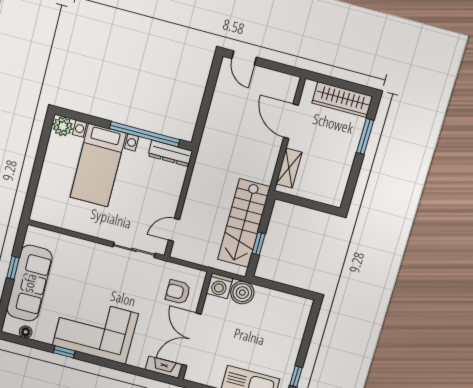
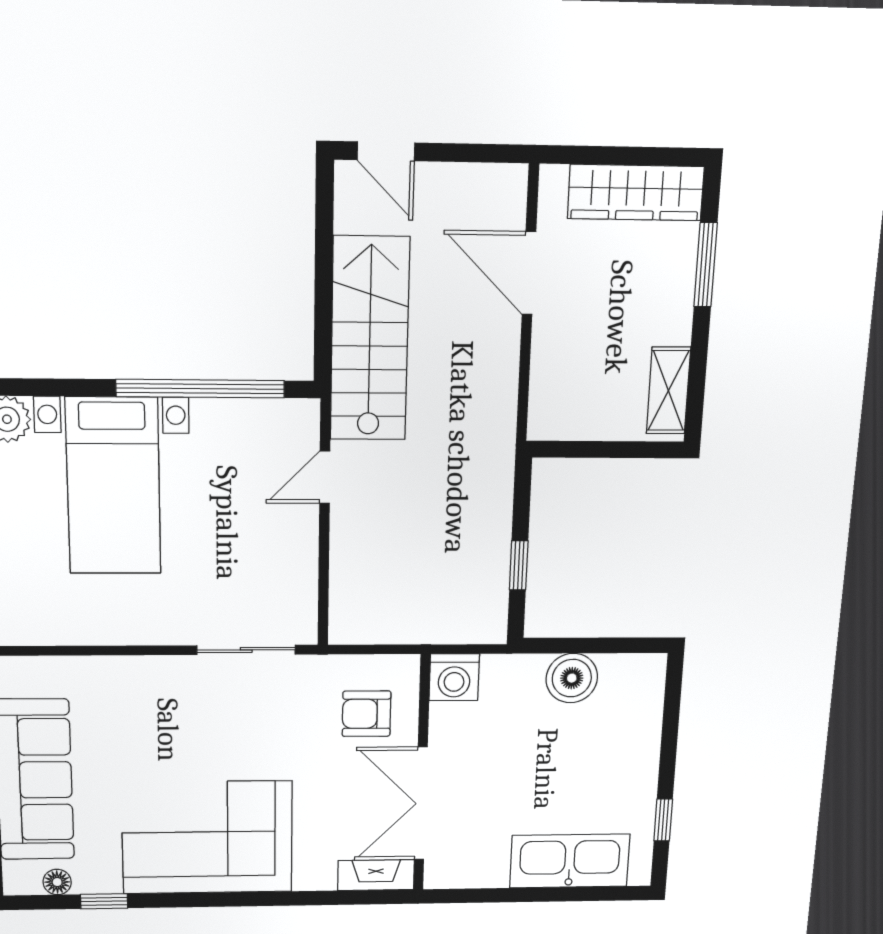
dresser: (170, 153) -> (271, 417), removed
shelving: (289, 168) -> (668, 391), moved
stairs: (244, 223) -> (370, 339), moved, turned 180
door: (174, 230) -> (325, 477), moved
boiler: (242, 293) -> (572, 678), moved
window: (64, 352) -> (104, 901), moved

